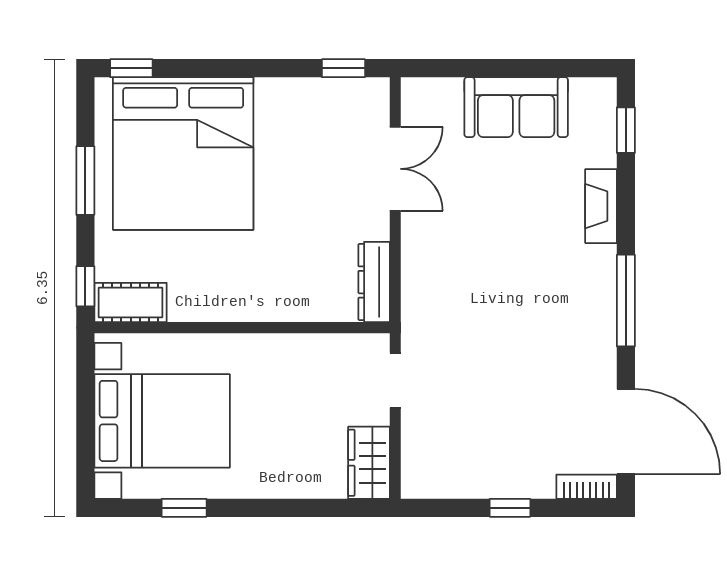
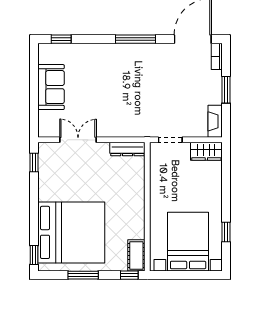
fireplace: (601, 206) -> (215, 121), moved, turned 90
window: (510, 508) -> (226, 90), width x1.50

